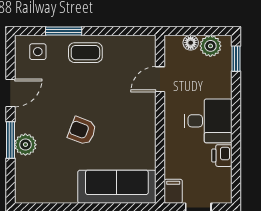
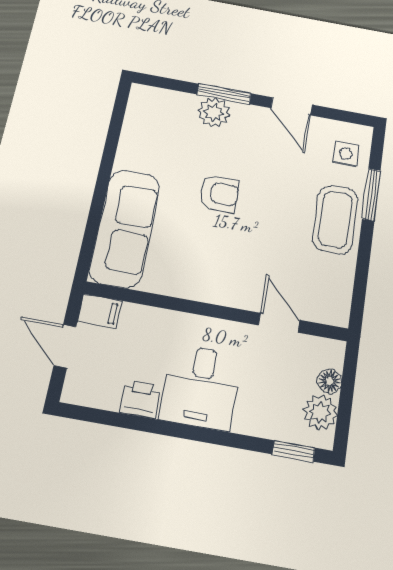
coffee table: (85, 53) -> (335, 219), width x1.36, depth x1.30
armchair: (82, 131) -> (219, 193), turned 69

